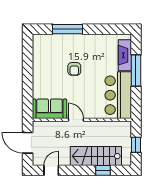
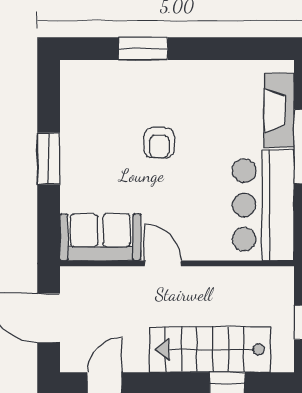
window: (67, 29) -> (143, 49), width x0.69
window: (28, 76) -> (49, 159), added

